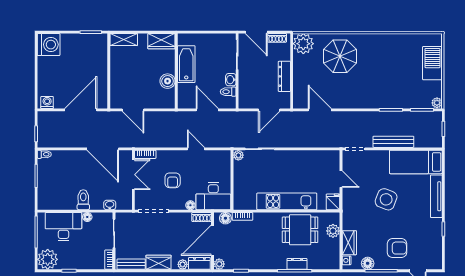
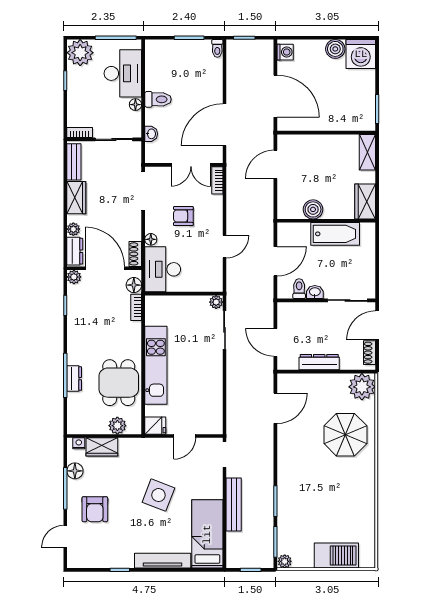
boiler: (45, 64) -> (335, 49), added

